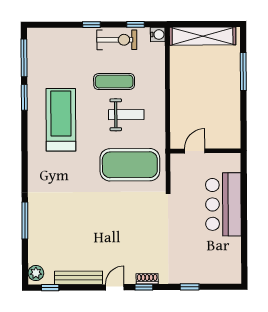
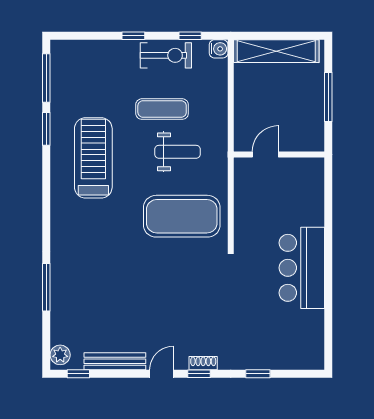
door: (195, 151) -> (265, 154), moved
wall: (205, 151) -> (279, 154), moved

